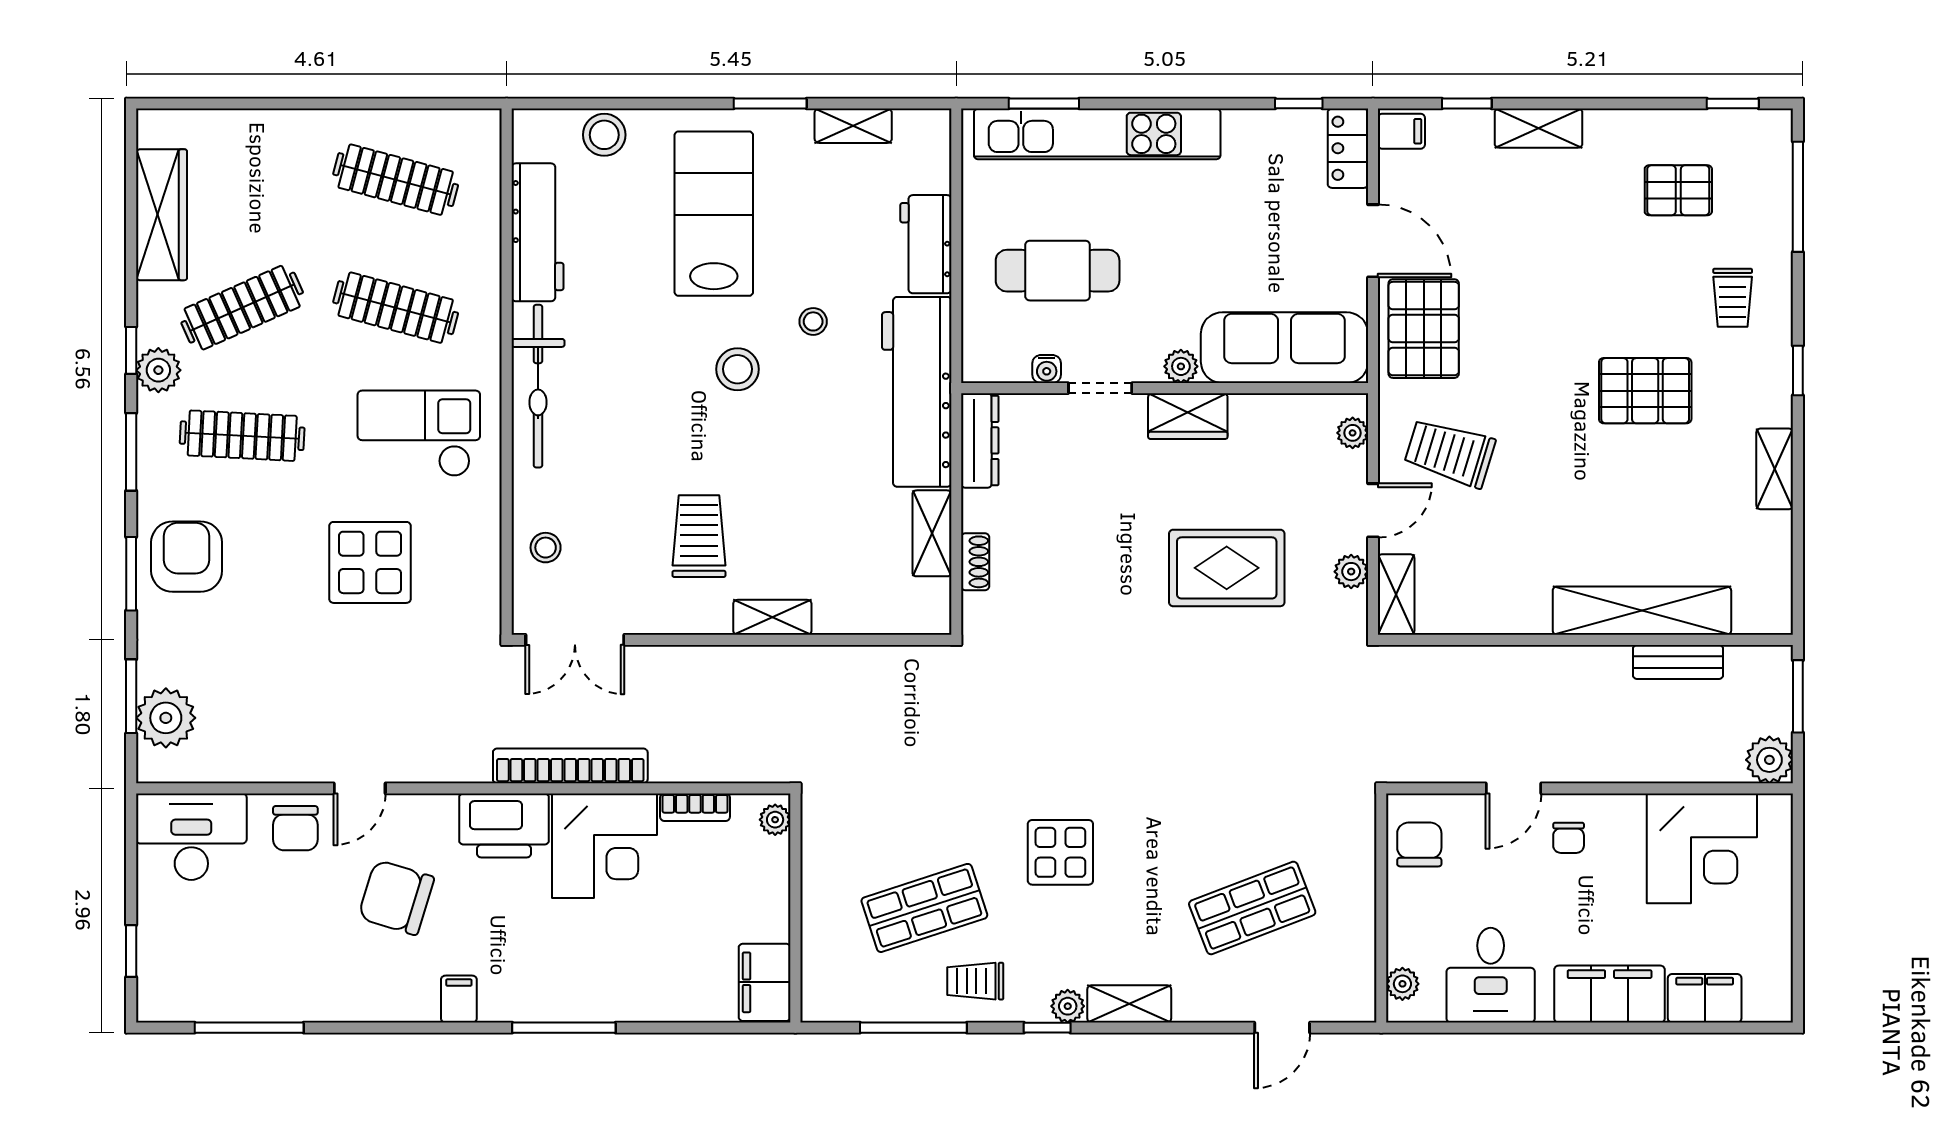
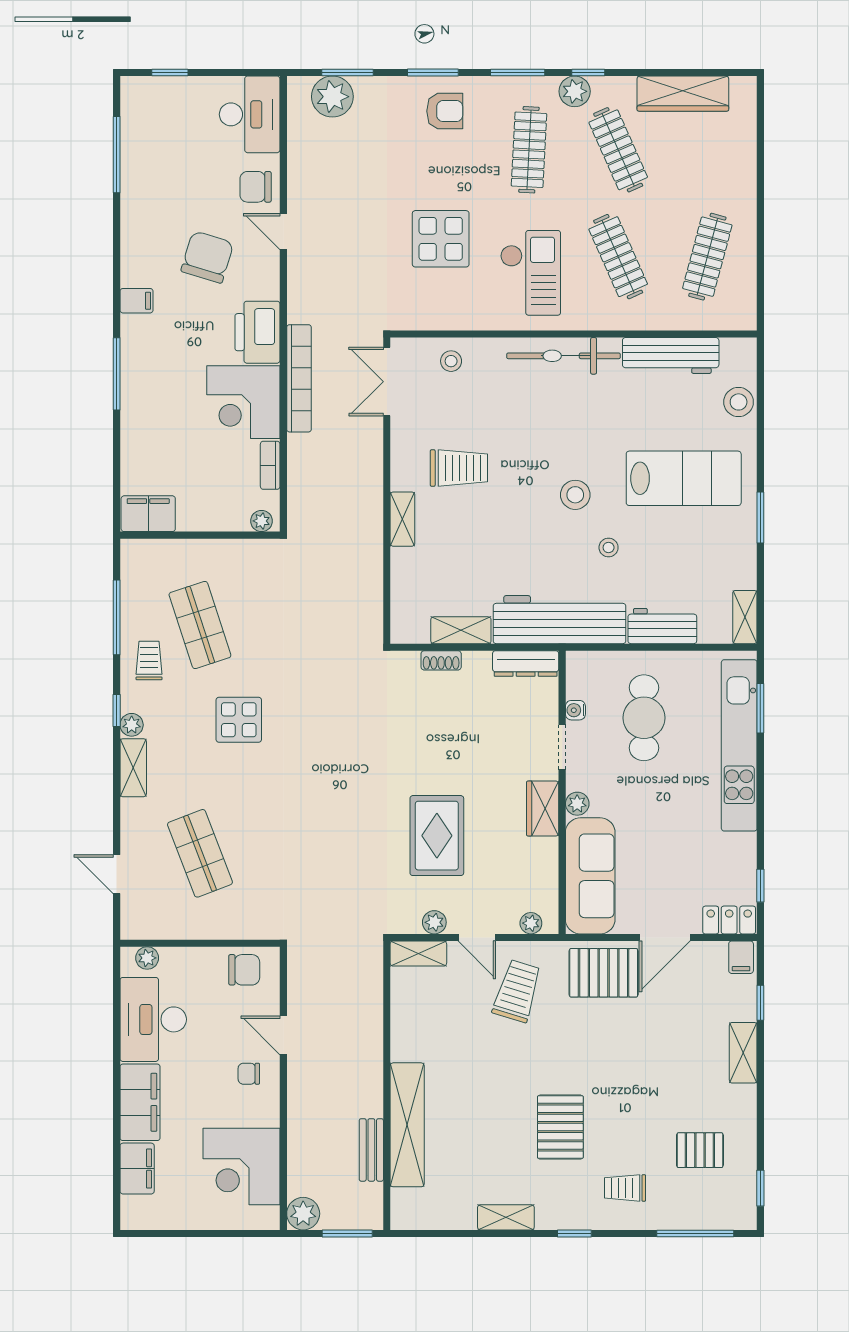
shelving: (853, 126) -> (745, 617), moved
pallet: (1678, 190) -> (700, 1150), turned 90
clothes rail: (396, 308) -> (618, 257), turned -39
armchair: (187, 557) -> (445, 111), width x0.72, depth x0.72
desk: (1491, 975) -> (153, 1019), width x1.37

